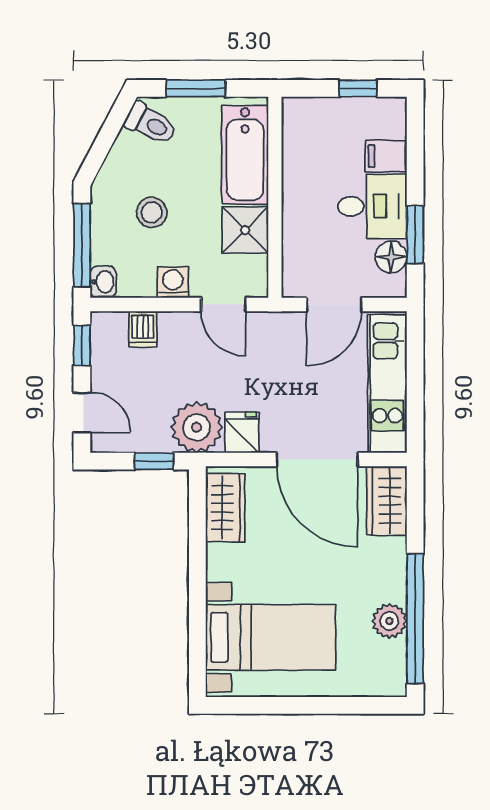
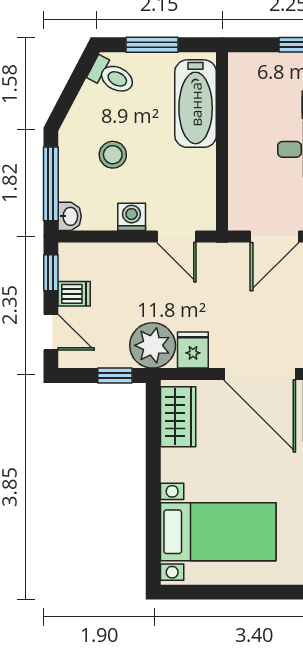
shower: (245, 230) -> (196, 170), removed
dishwasher: (143, 329) -> (74, 294), moved, turned -90

